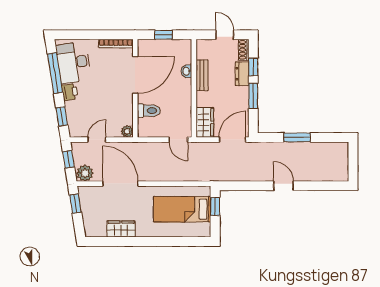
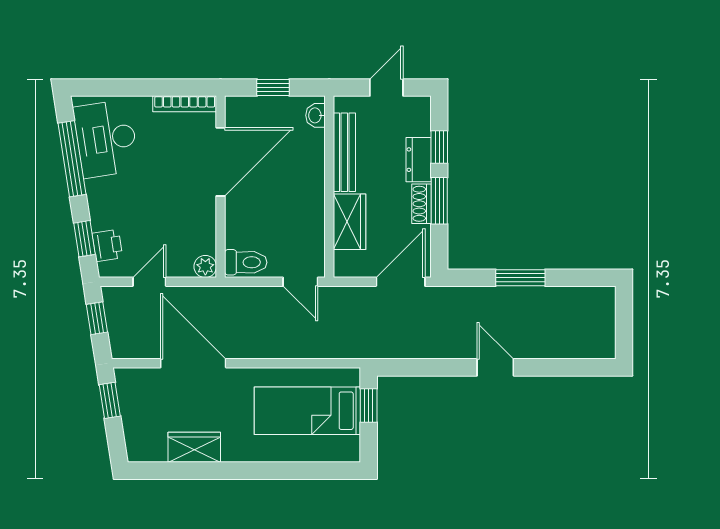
door: (225, 35) -> (386, 88), hinge flipped
shoe rack: (244, 50) -> (422, 204), moved
washbasin: (186, 71) -> (315, 115), moved
bench: (202, 75) -> (344, 152), width x1.36
printer: (70, 92) -> (107, 245), moved
toilet: (149, 111) -> (246, 262), moved
wardrobe: (205, 122) -> (350, 222), moved
plant: (85, 173) -> (128, 344), removed

